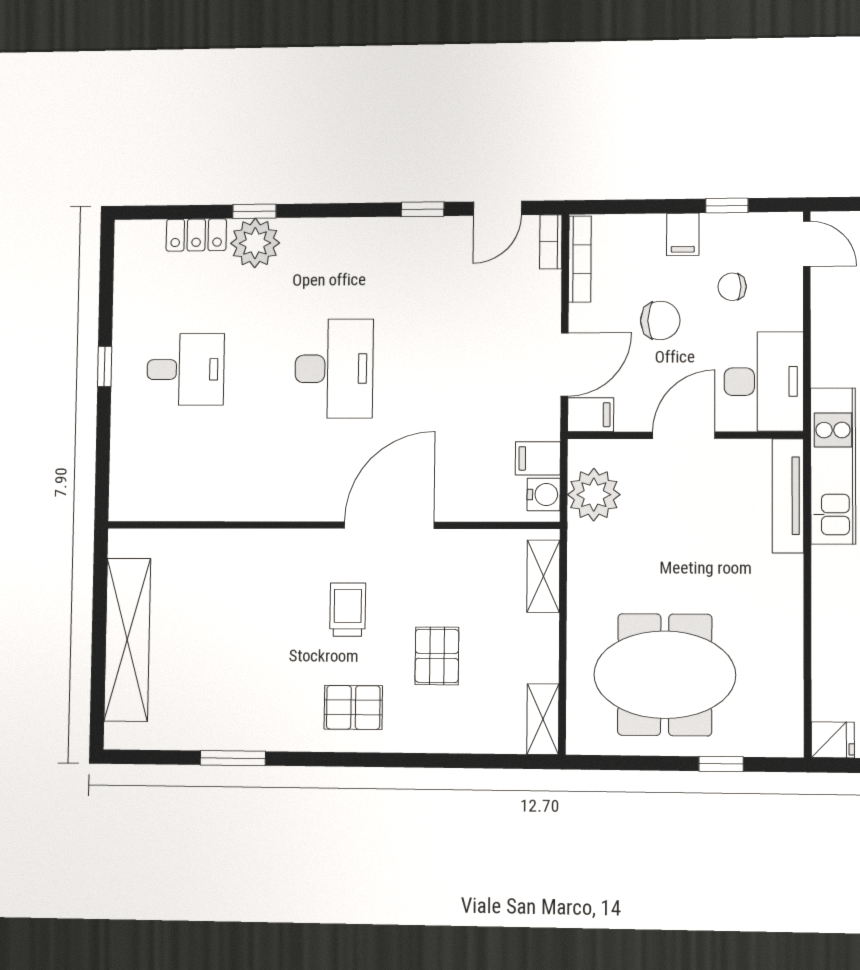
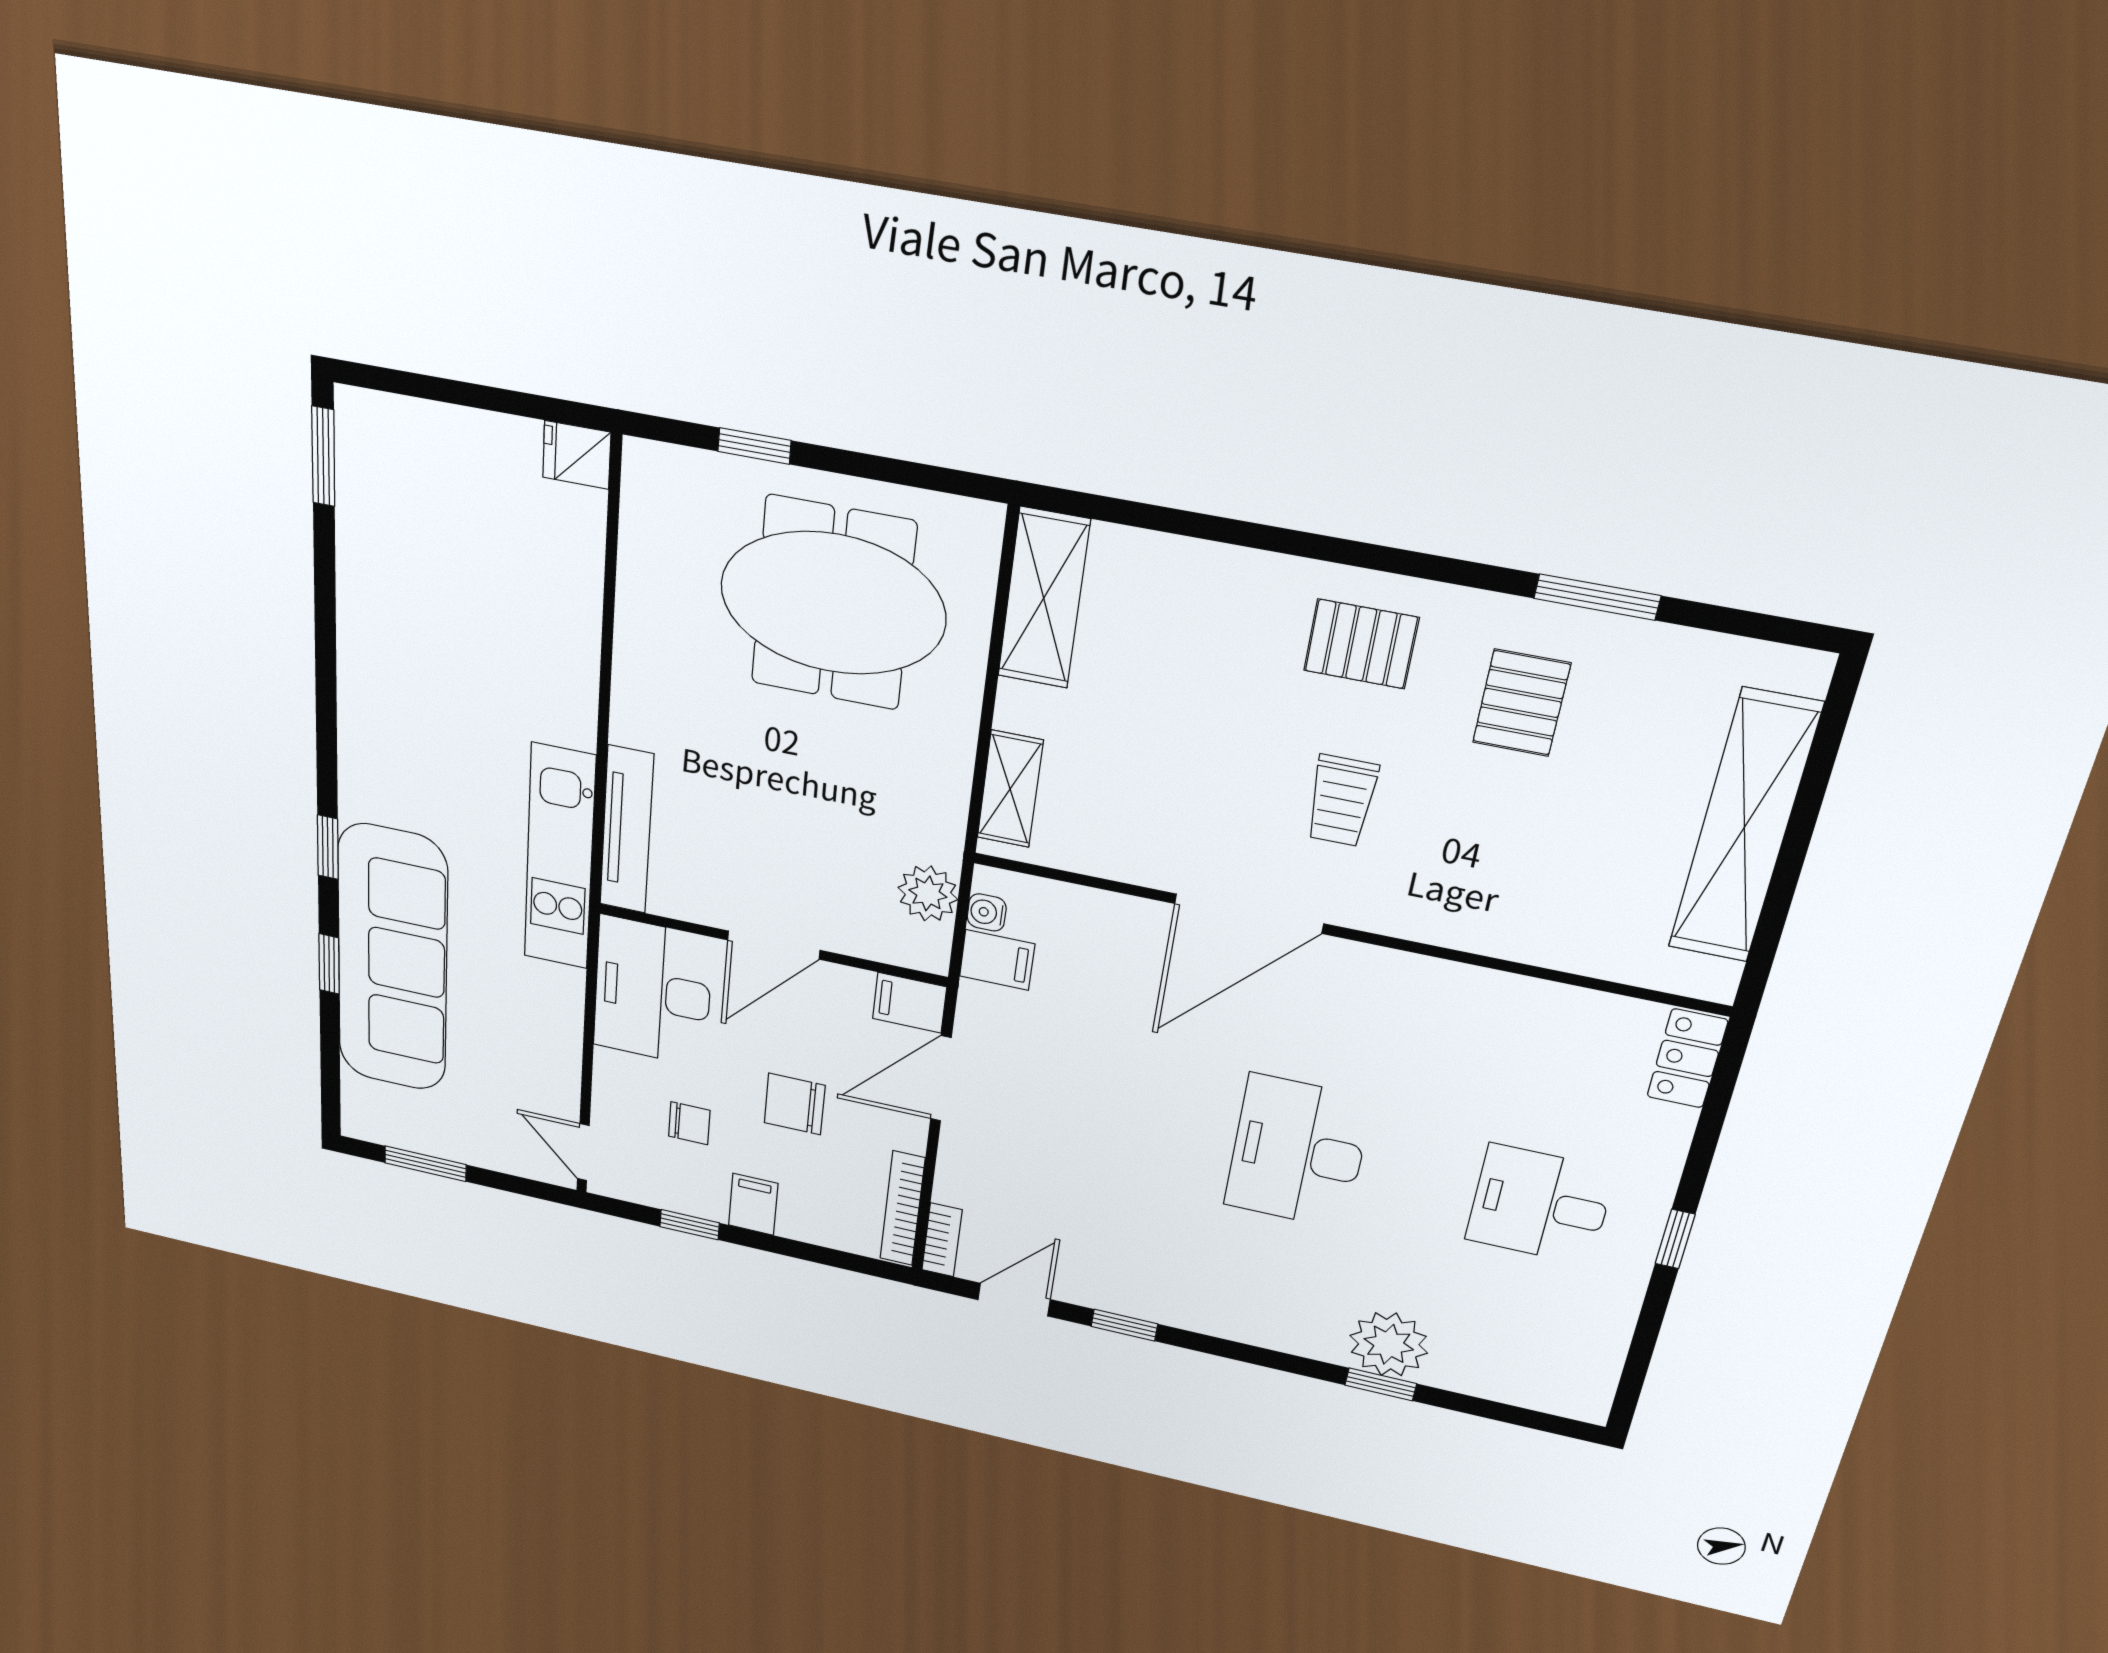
locker: (196, 235) -> (1687, 1058), moved, turned -90
water cooler: (544, 495) -> (987, 912), width x0.72, depth x0.72
plant: (594, 495) -> (928, 893), width x0.73, depth x0.73
pallet: (437, 656) -> (1521, 703), moved
shelving: (543, 719) -> (1044, 598), width x1.50, depth x1.33

